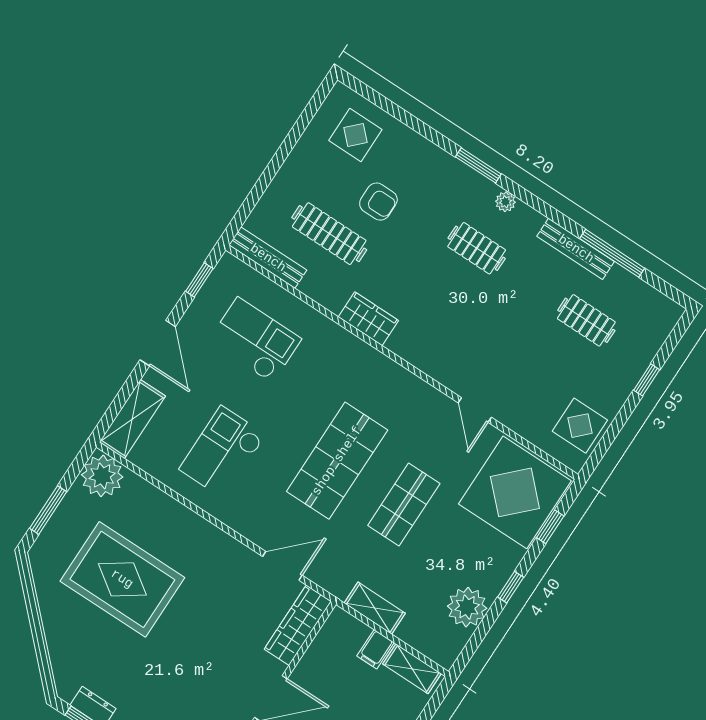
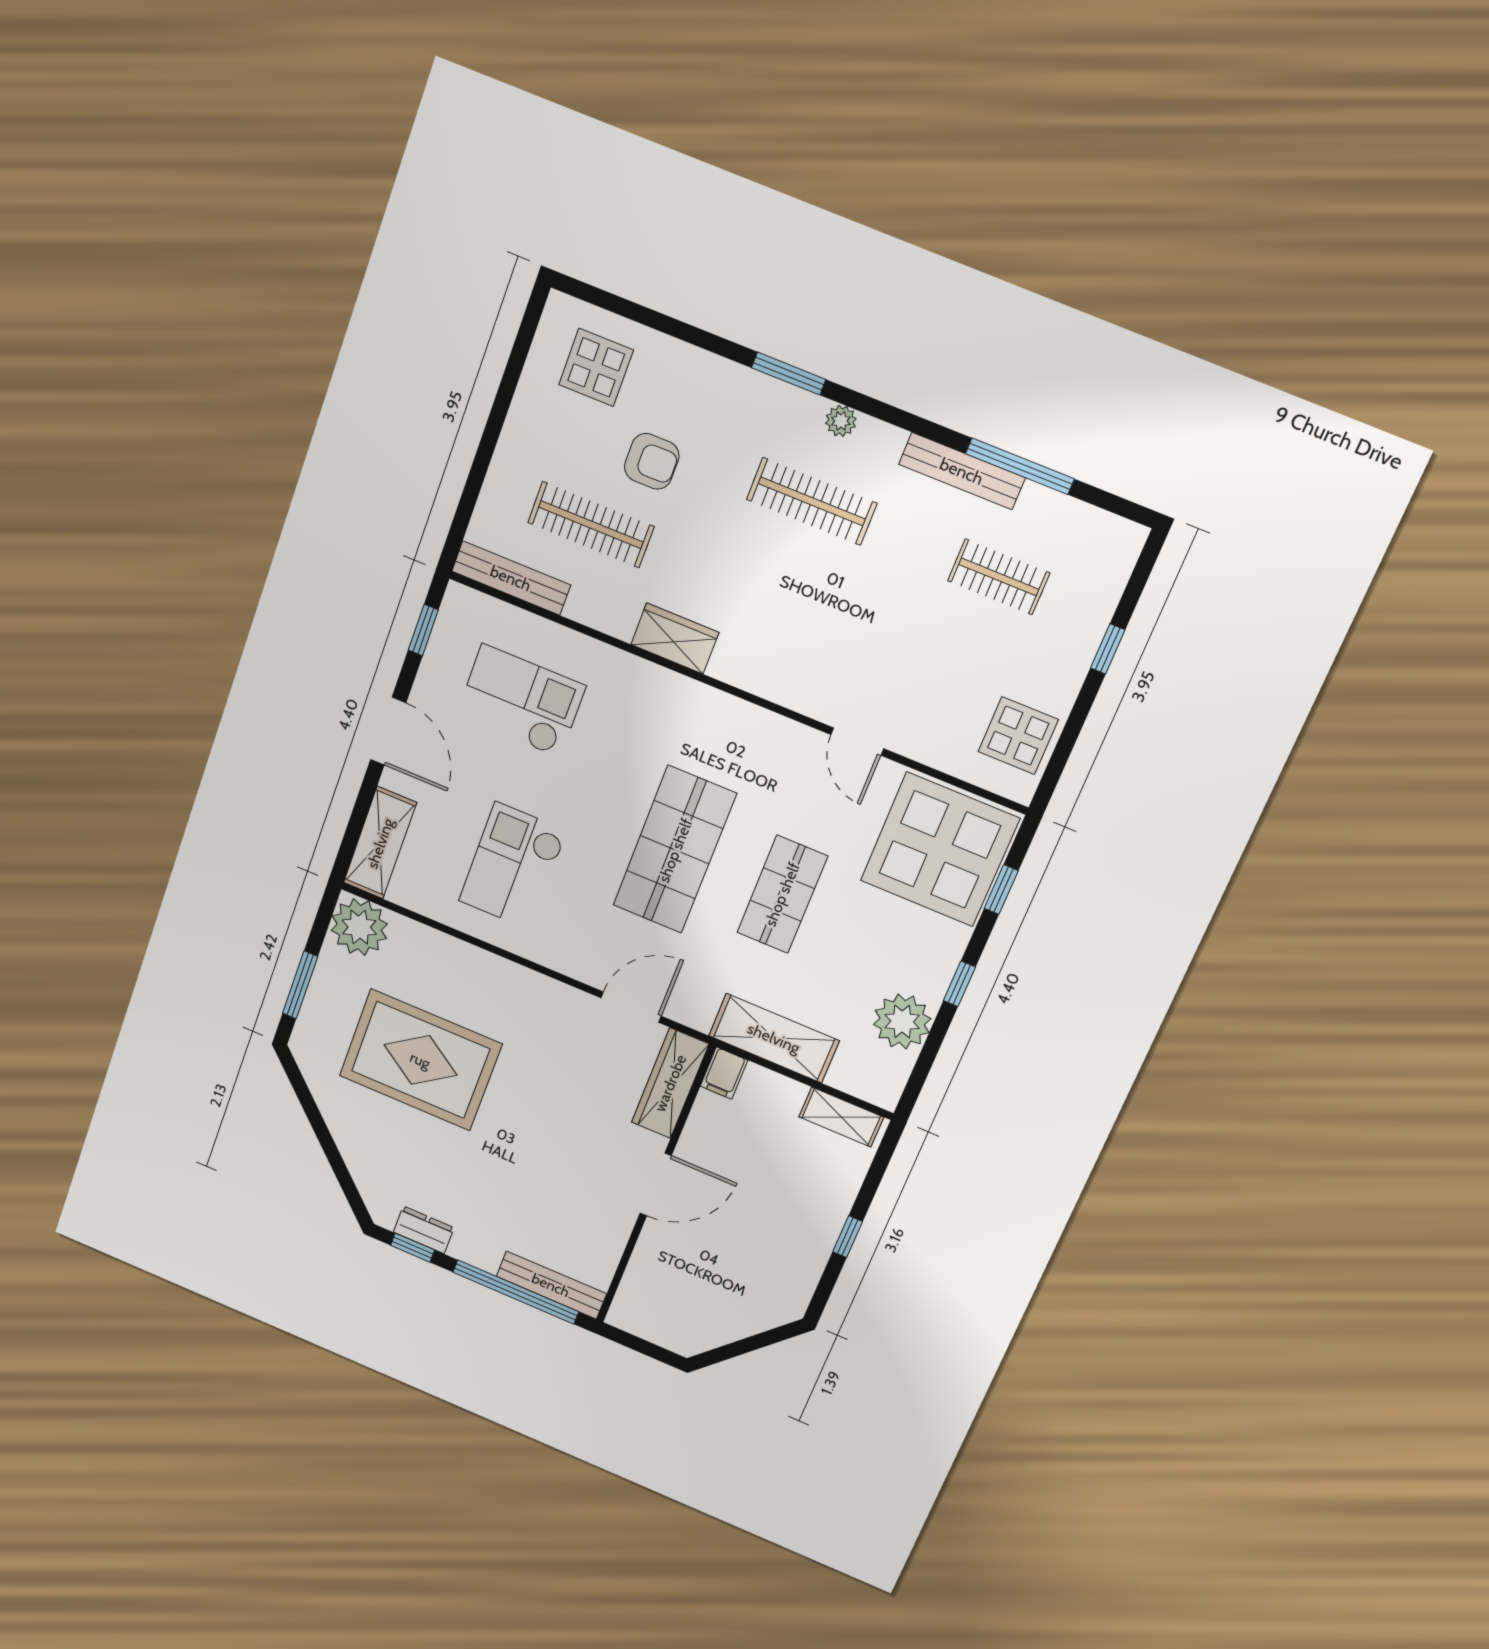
clothes rail: (477, 248) -> (812, 501), width x1.36
shelving: (375, 608) -> (774, 1038), width x1.50, depth x1.33
filing cabinet: (375, 649) -> (724, 1073), moved

